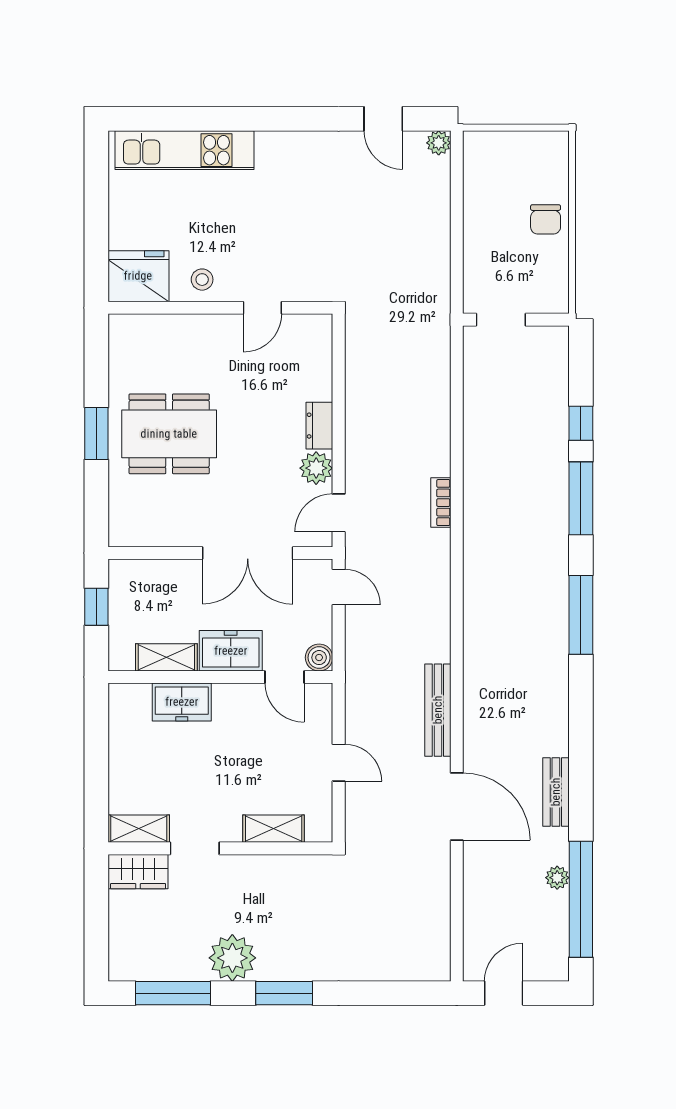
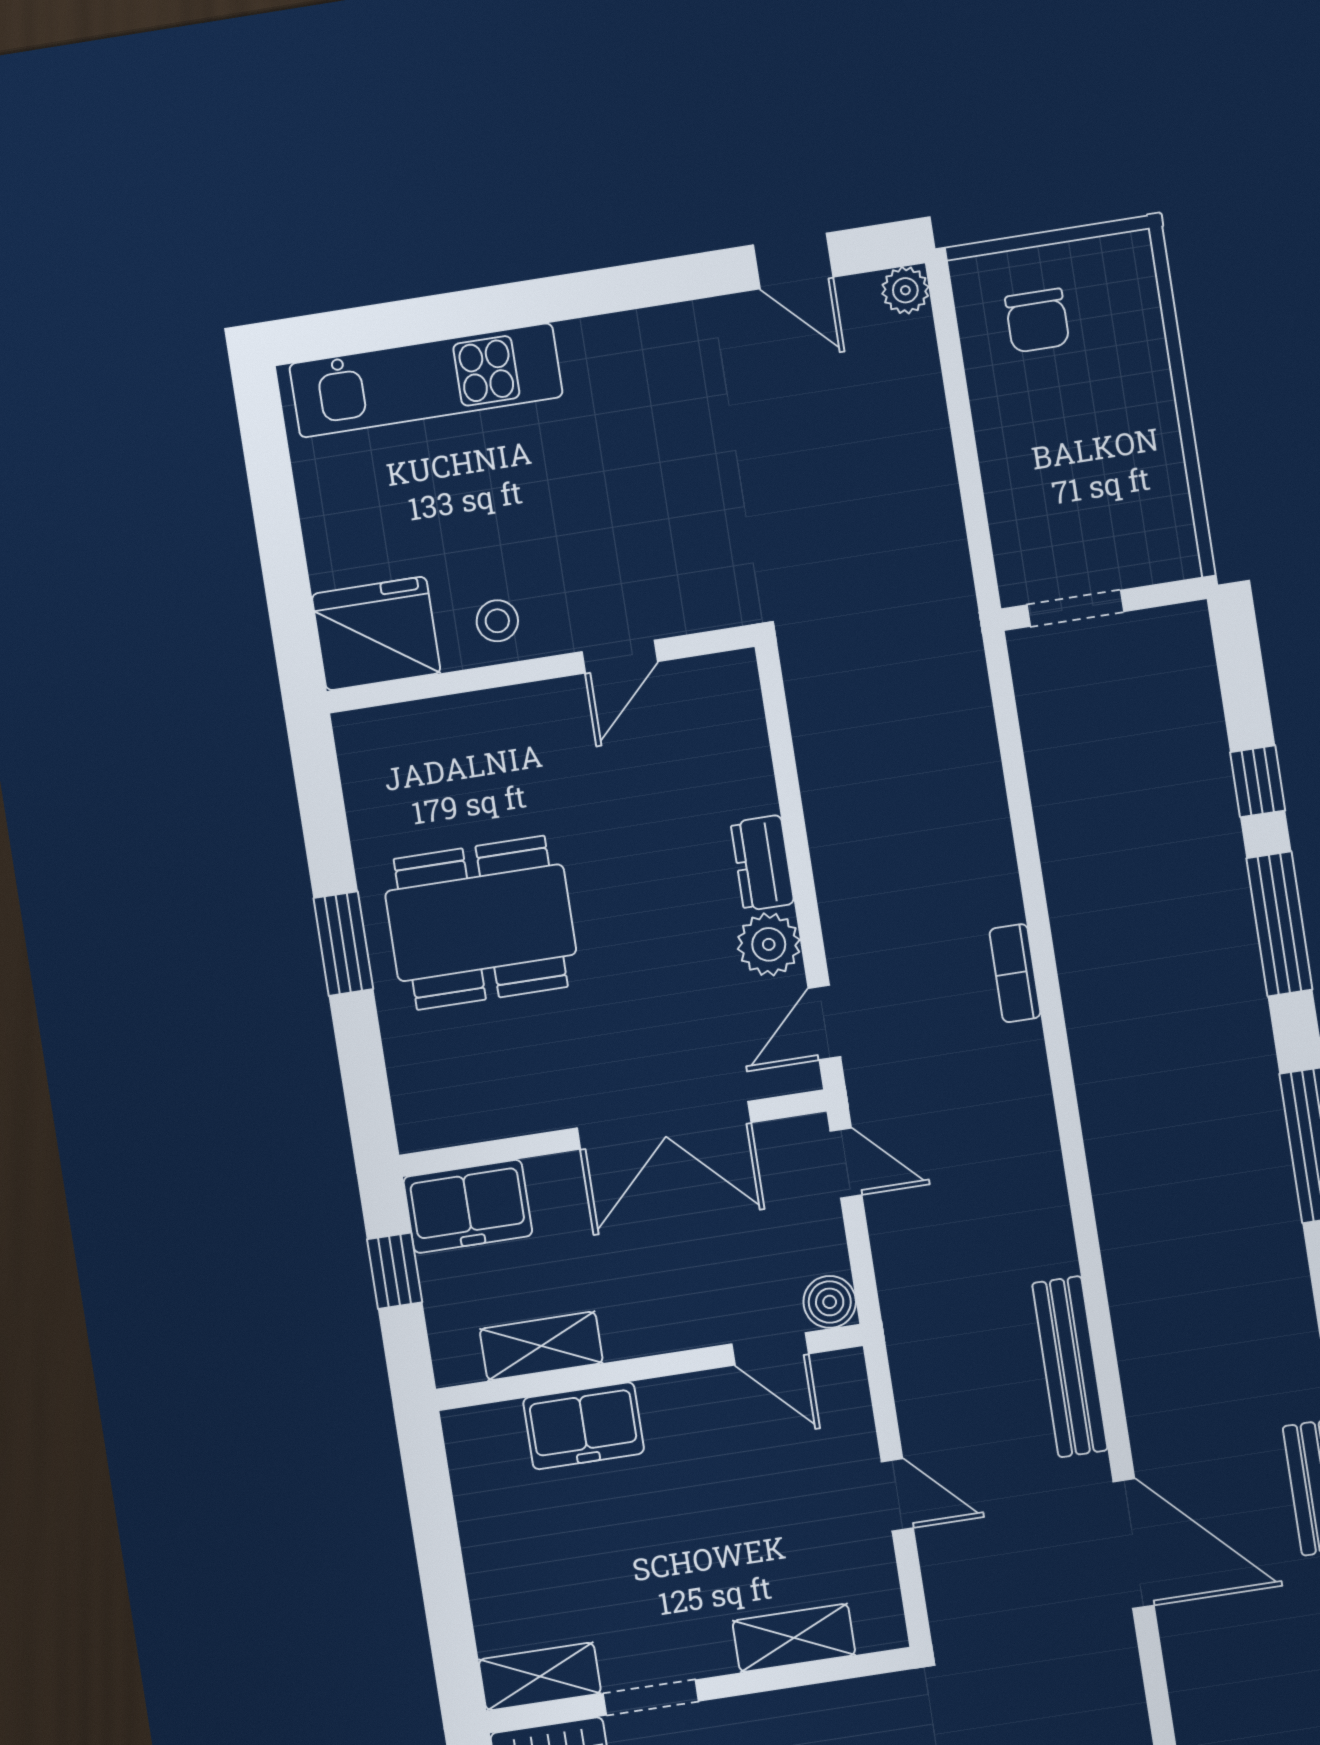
chair: (546, 219) -> (1037, 321), moved
freezer: (231, 651) -> (468, 1206), moved, turned 180

